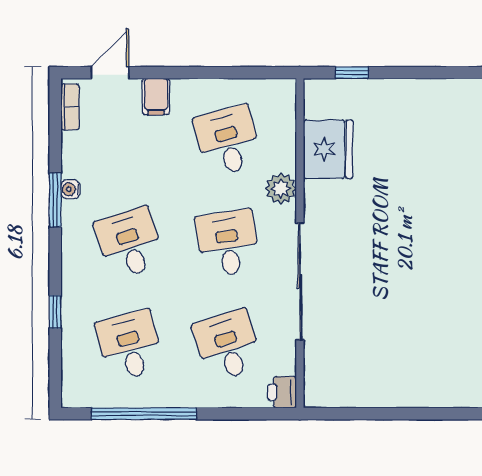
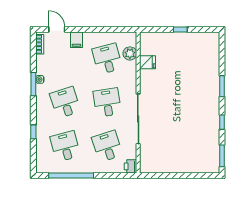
door: (110, 73) -> (57, 30), hinge flipped
window: (352, 73) -> (180, 30), moved
fridge: (328, 149) -> (147, 62), width x0.53, depth x0.75
plant: (281, 189) -> (130, 53), moved

